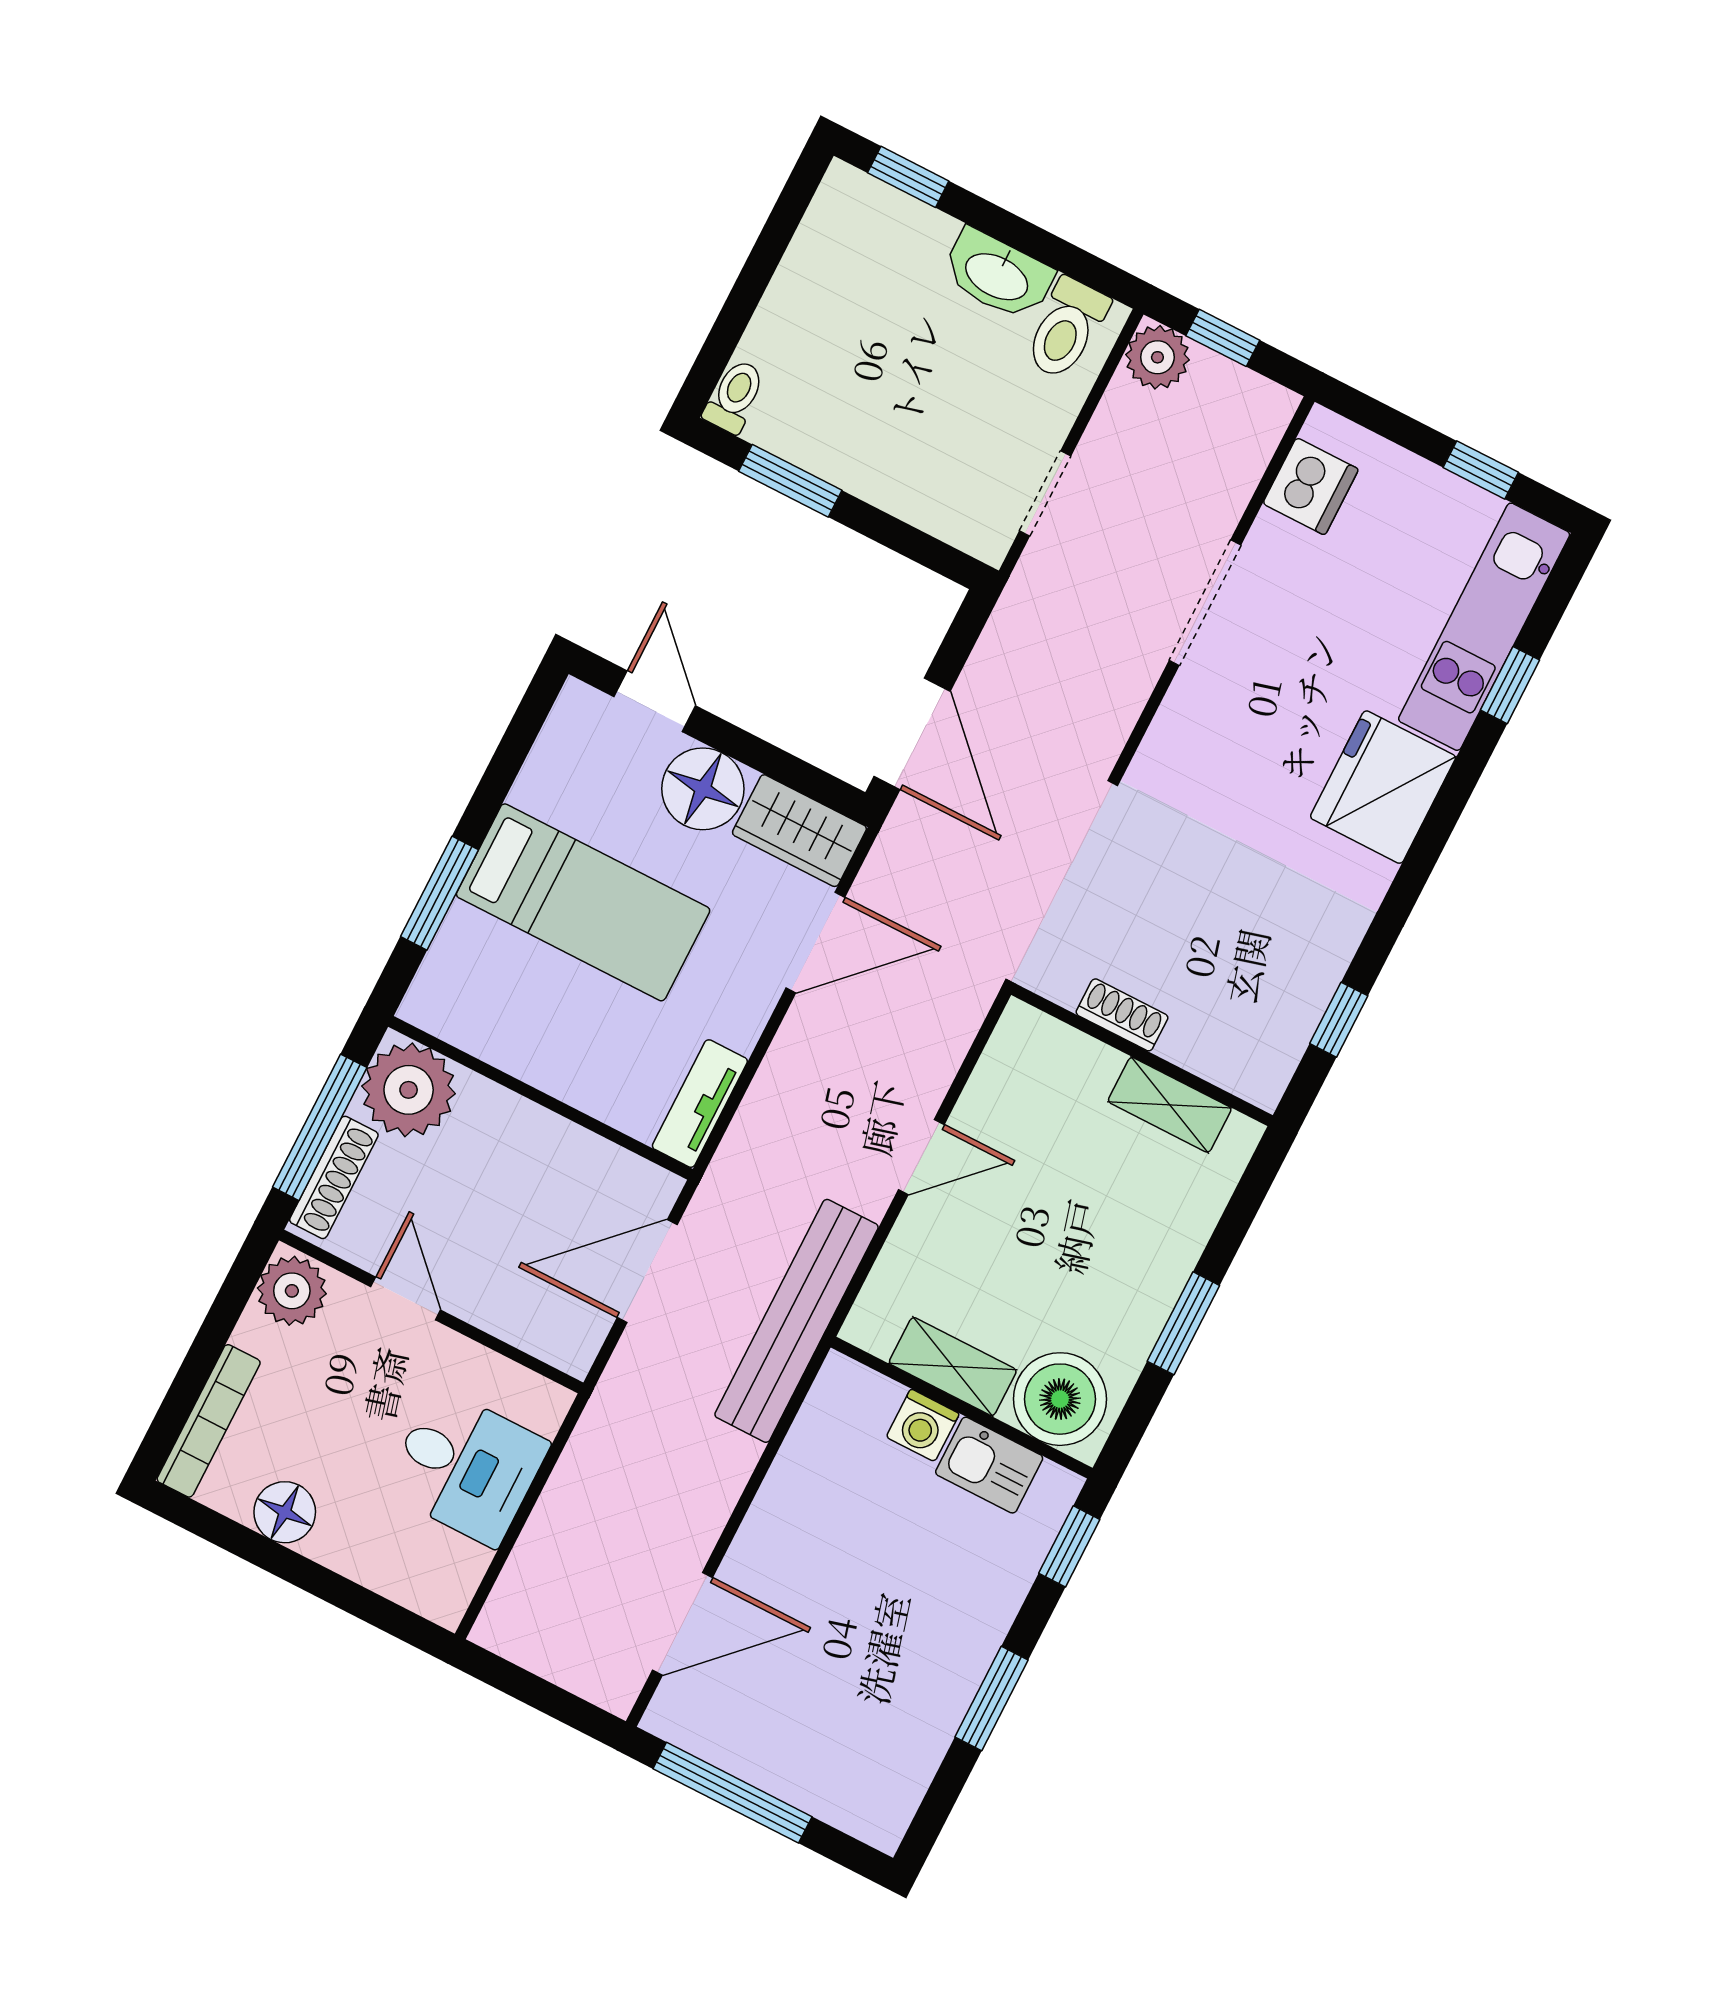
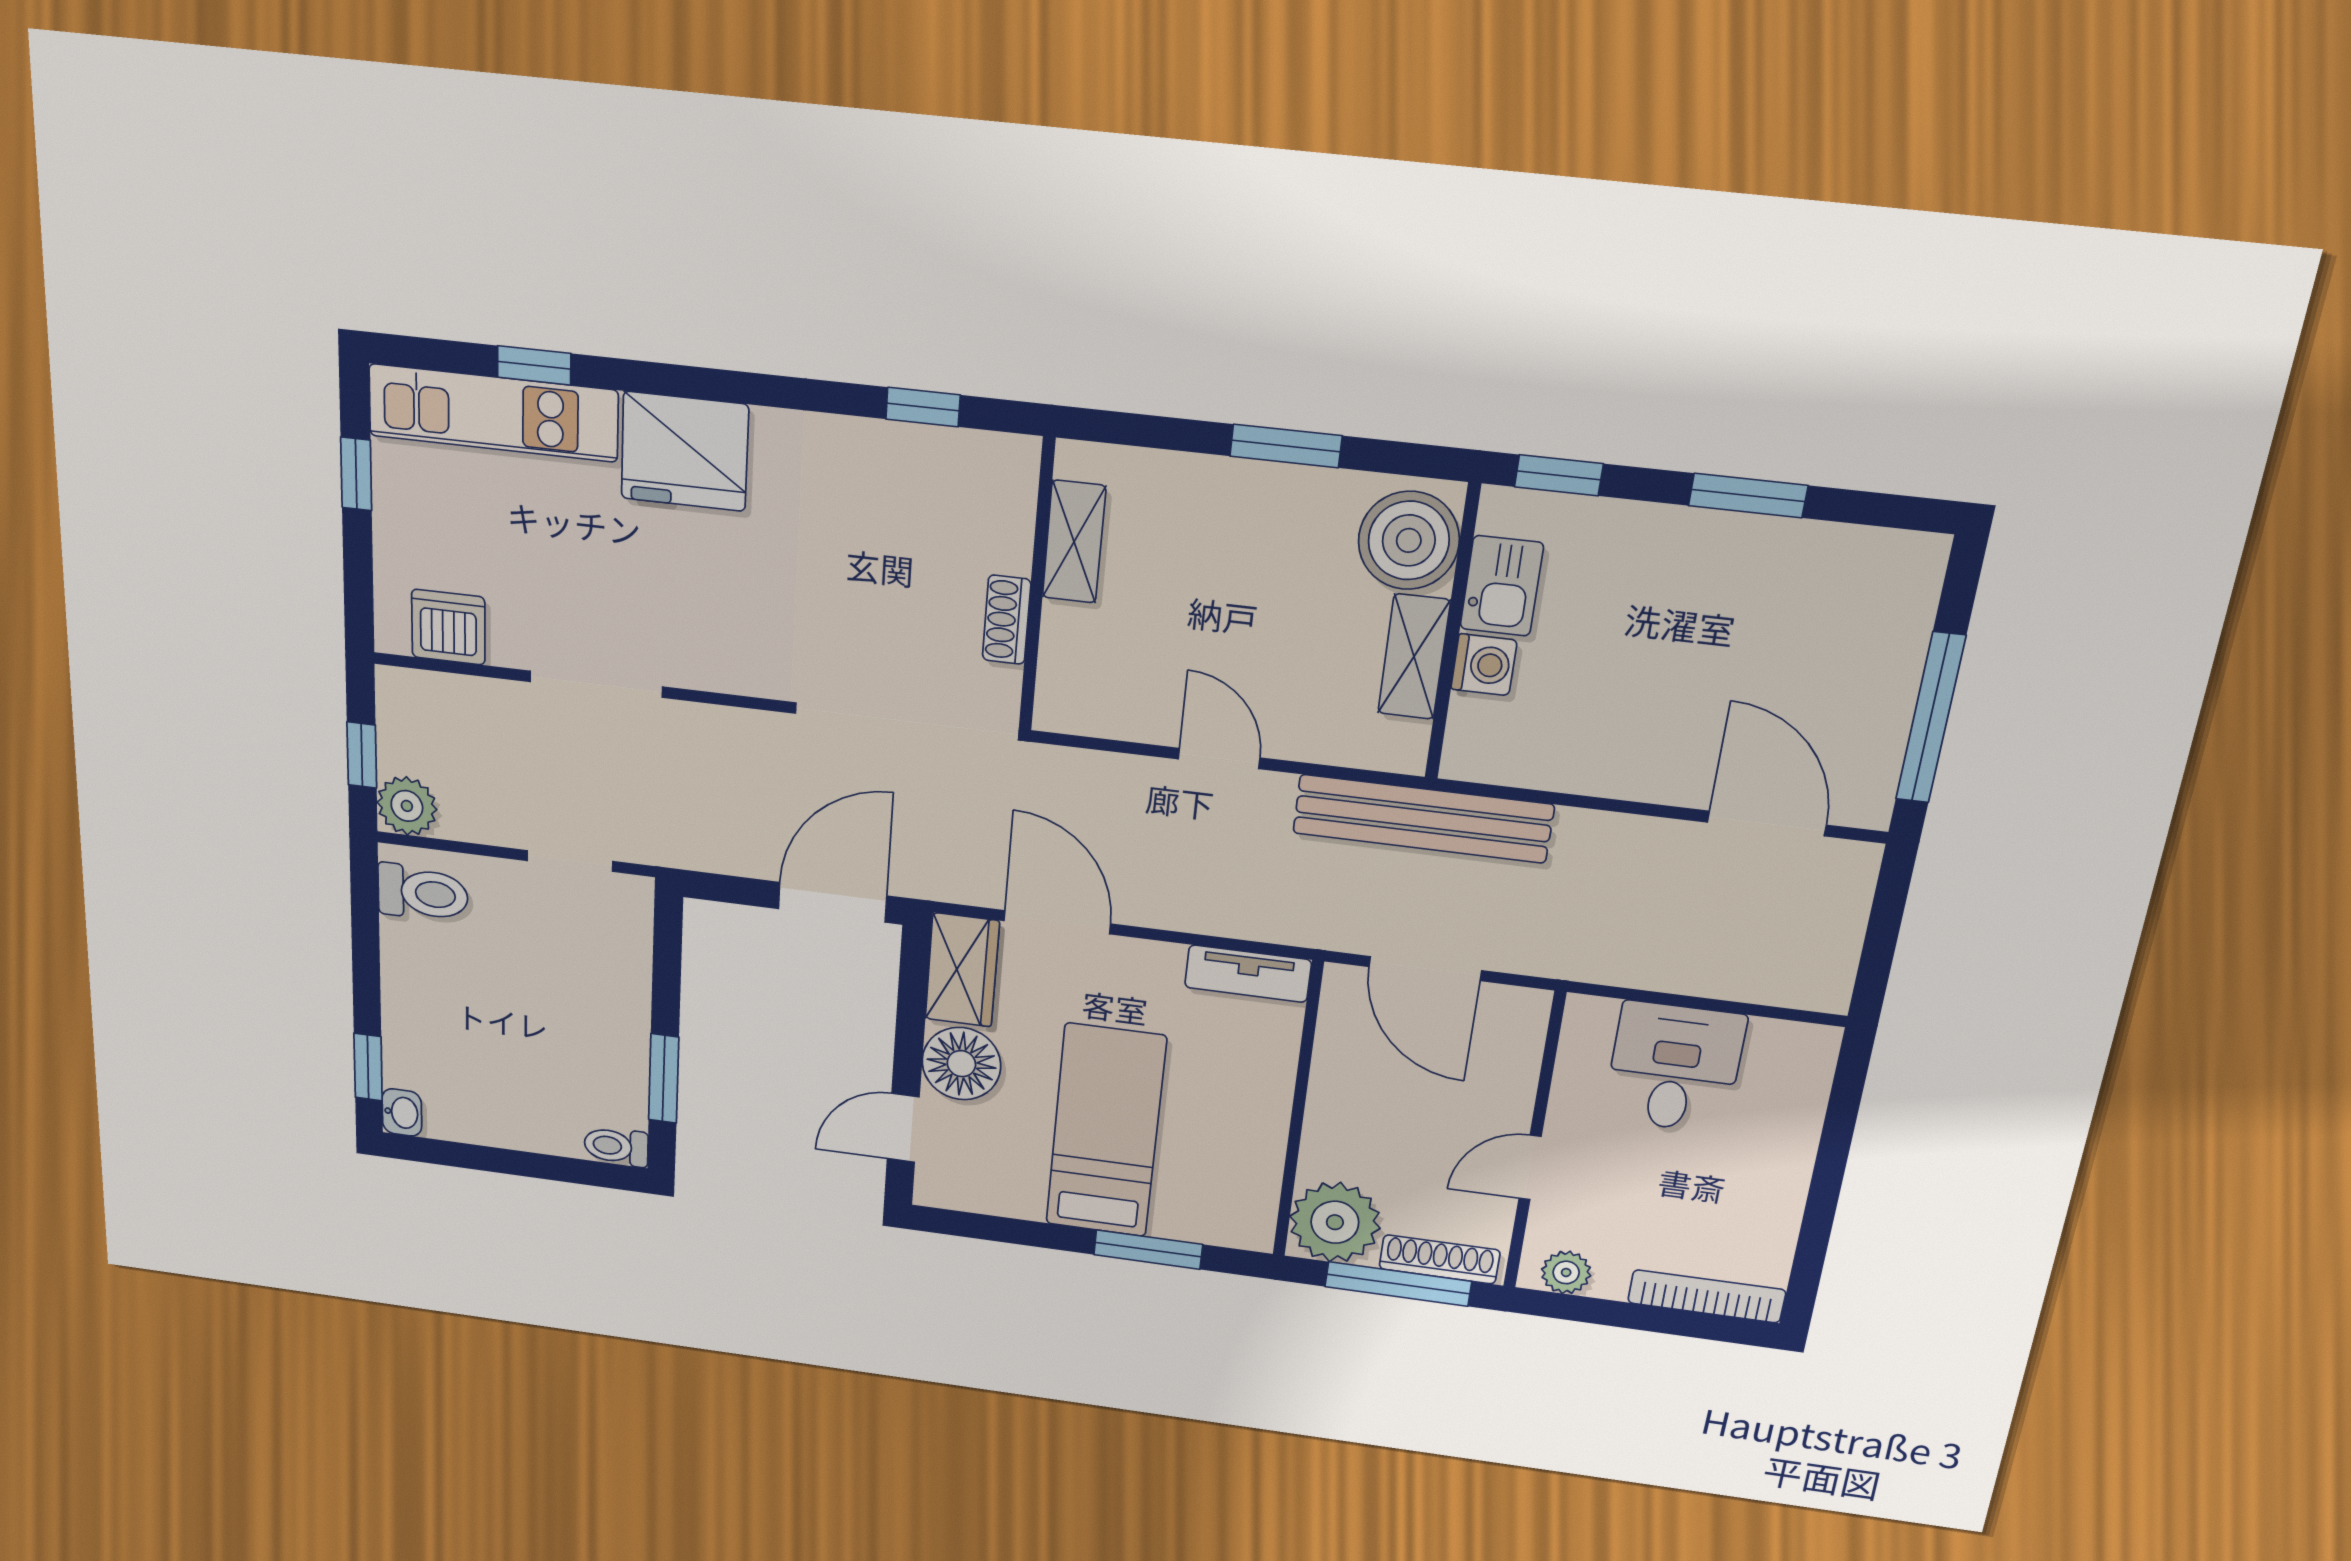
washbasin: (998, 275) -> (402, 1112), moved, width x0.52, depth x0.69
plant: (292, 1291) -> (1566, 1272), width x0.73, depth x0.73
floor lamp: (285, 1512) -> (1773, 1209), removed

